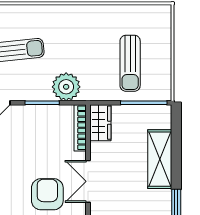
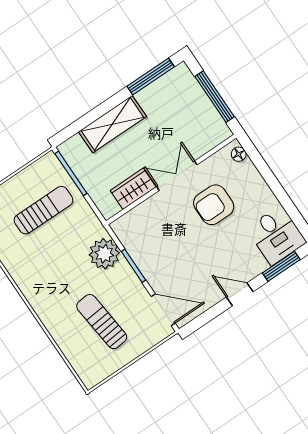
wardrobe: (100, 123) -> (133, 189), moved
bookcase: (80, 128) -> (133, 216), removed
double door: (88, 181) -> (177, 176), swing flipped

